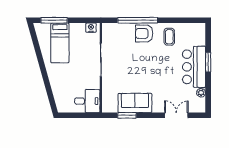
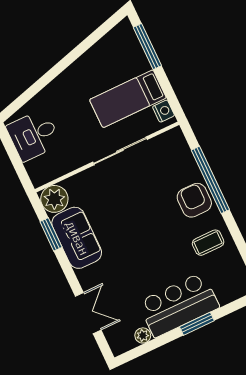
bed: (60, 43) -> (128, 99), moved
desk: (87, 101) -> (34, 135), moved, turned 90
plant: (110, 105) -> (54, 199), added

